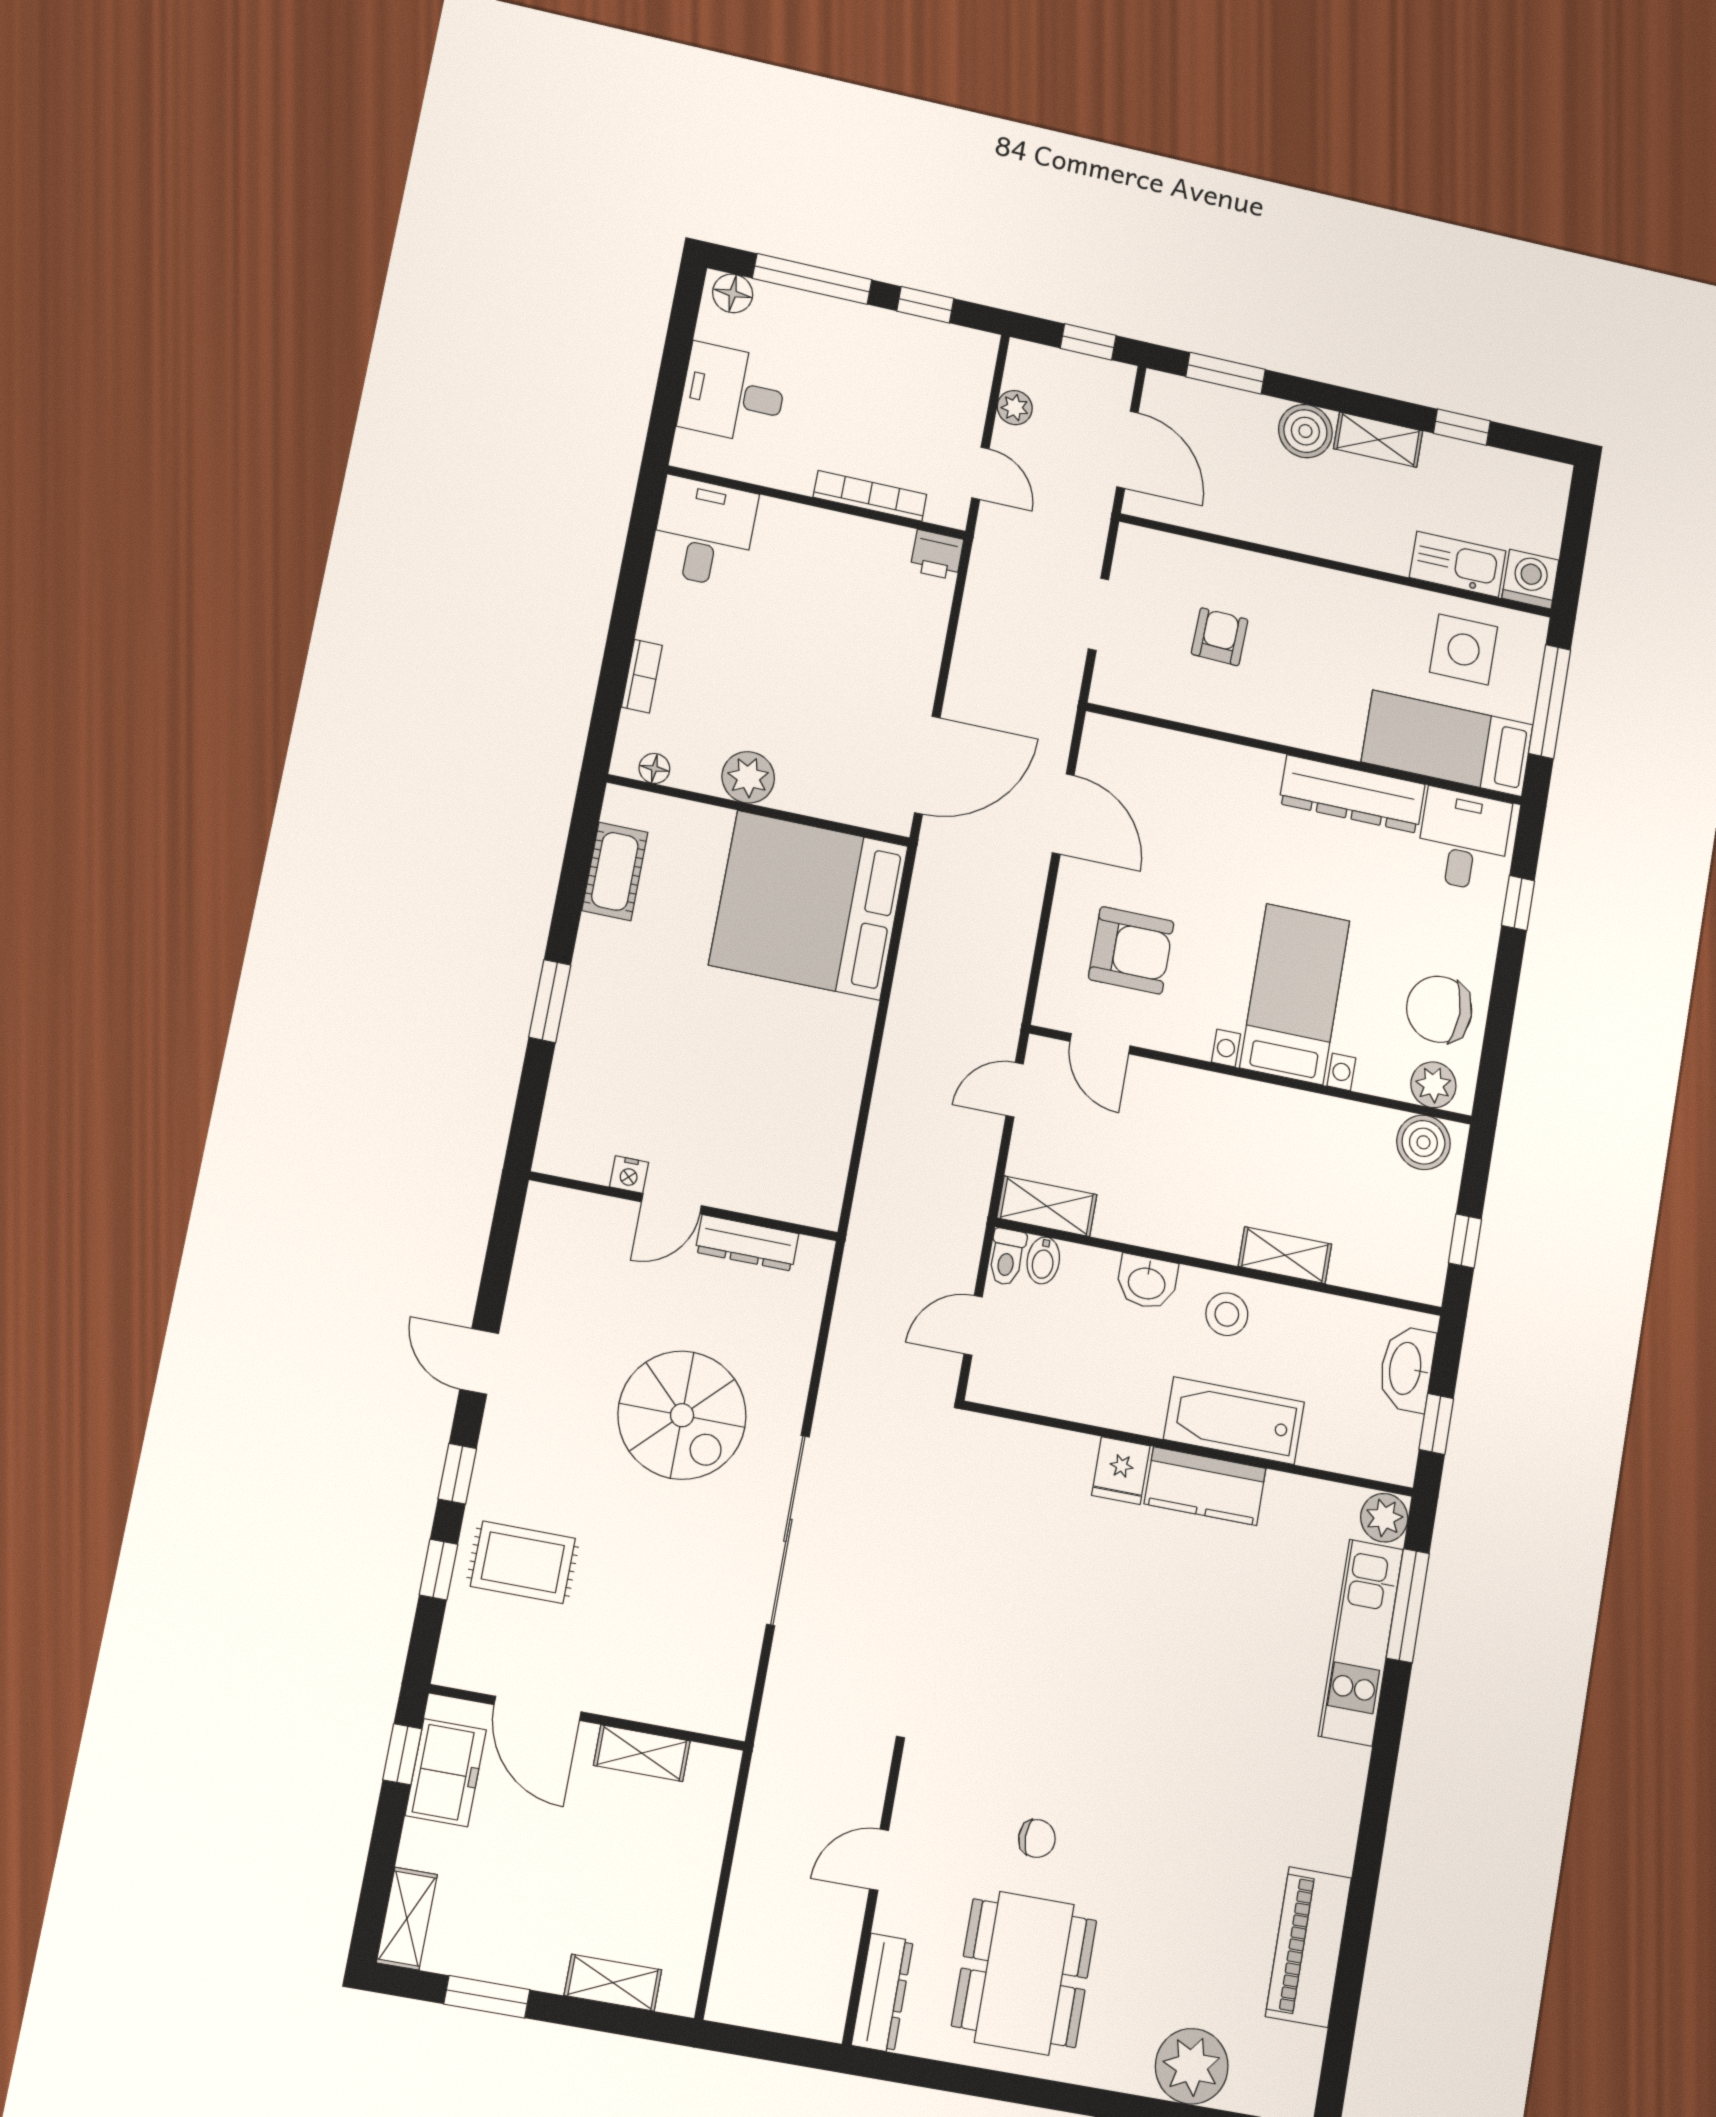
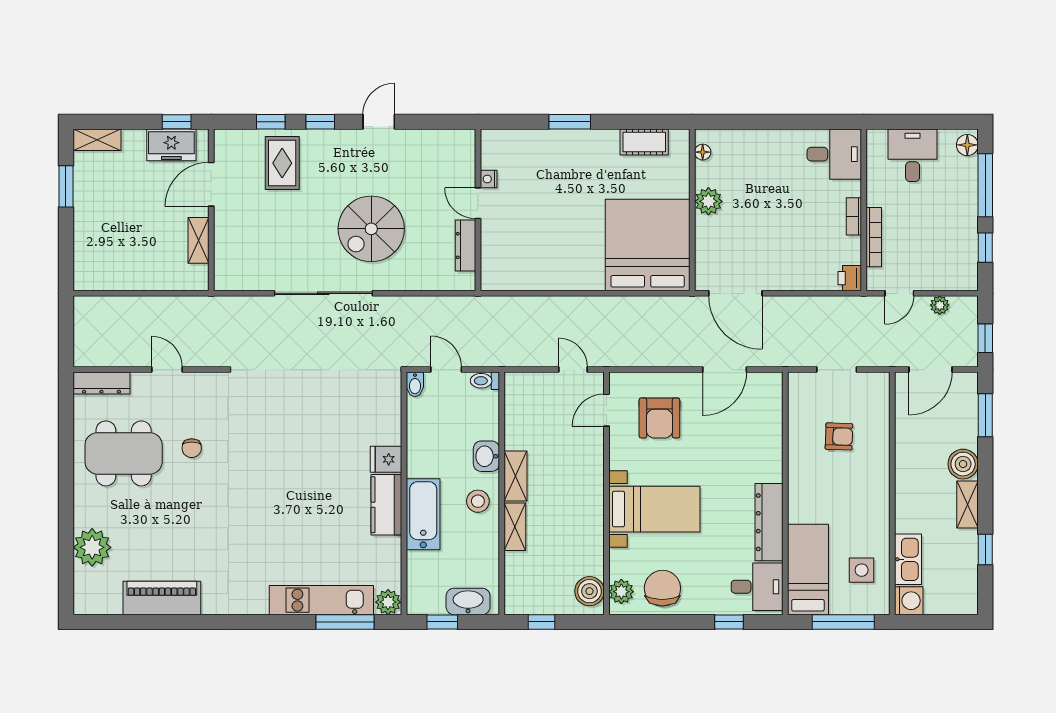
side table: (1464, 649) -> (862, 570), width x0.73, depth x0.73
bookcase: (642, 676) -> (854, 216), moved, turned 90
shelving: (1047, 1206) -> (515, 476), moved
bidet: (1043, 1260) -> (415, 384), moved, turned -90
shelving: (613, 1983) -> (83, 247), removed

